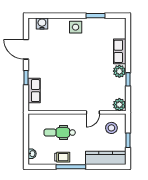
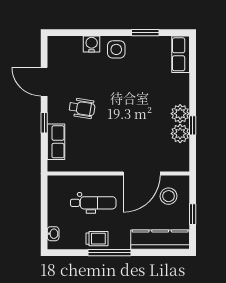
water cooler: (42, 23) -> (92, 44), moved
row of seats: (120, 51) -> (181, 54), moved
wheelchair: (52, 68) -> (82, 108), added
plant: (119, 105) -> (180, 134), moved
door: (93, 112) -> (142, 173), width x1.88
dental chair: (60, 133) -> (93, 203), turned 180

